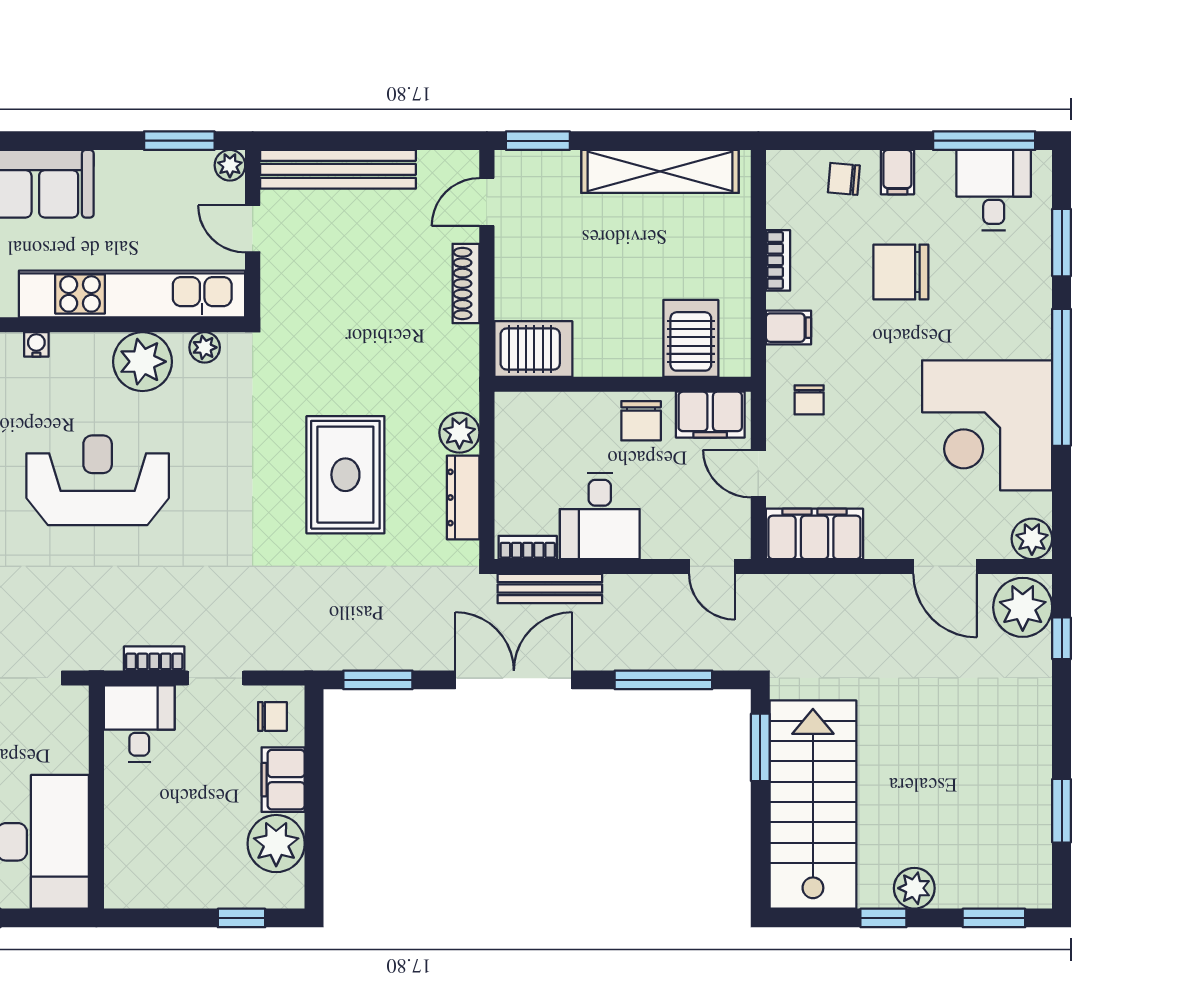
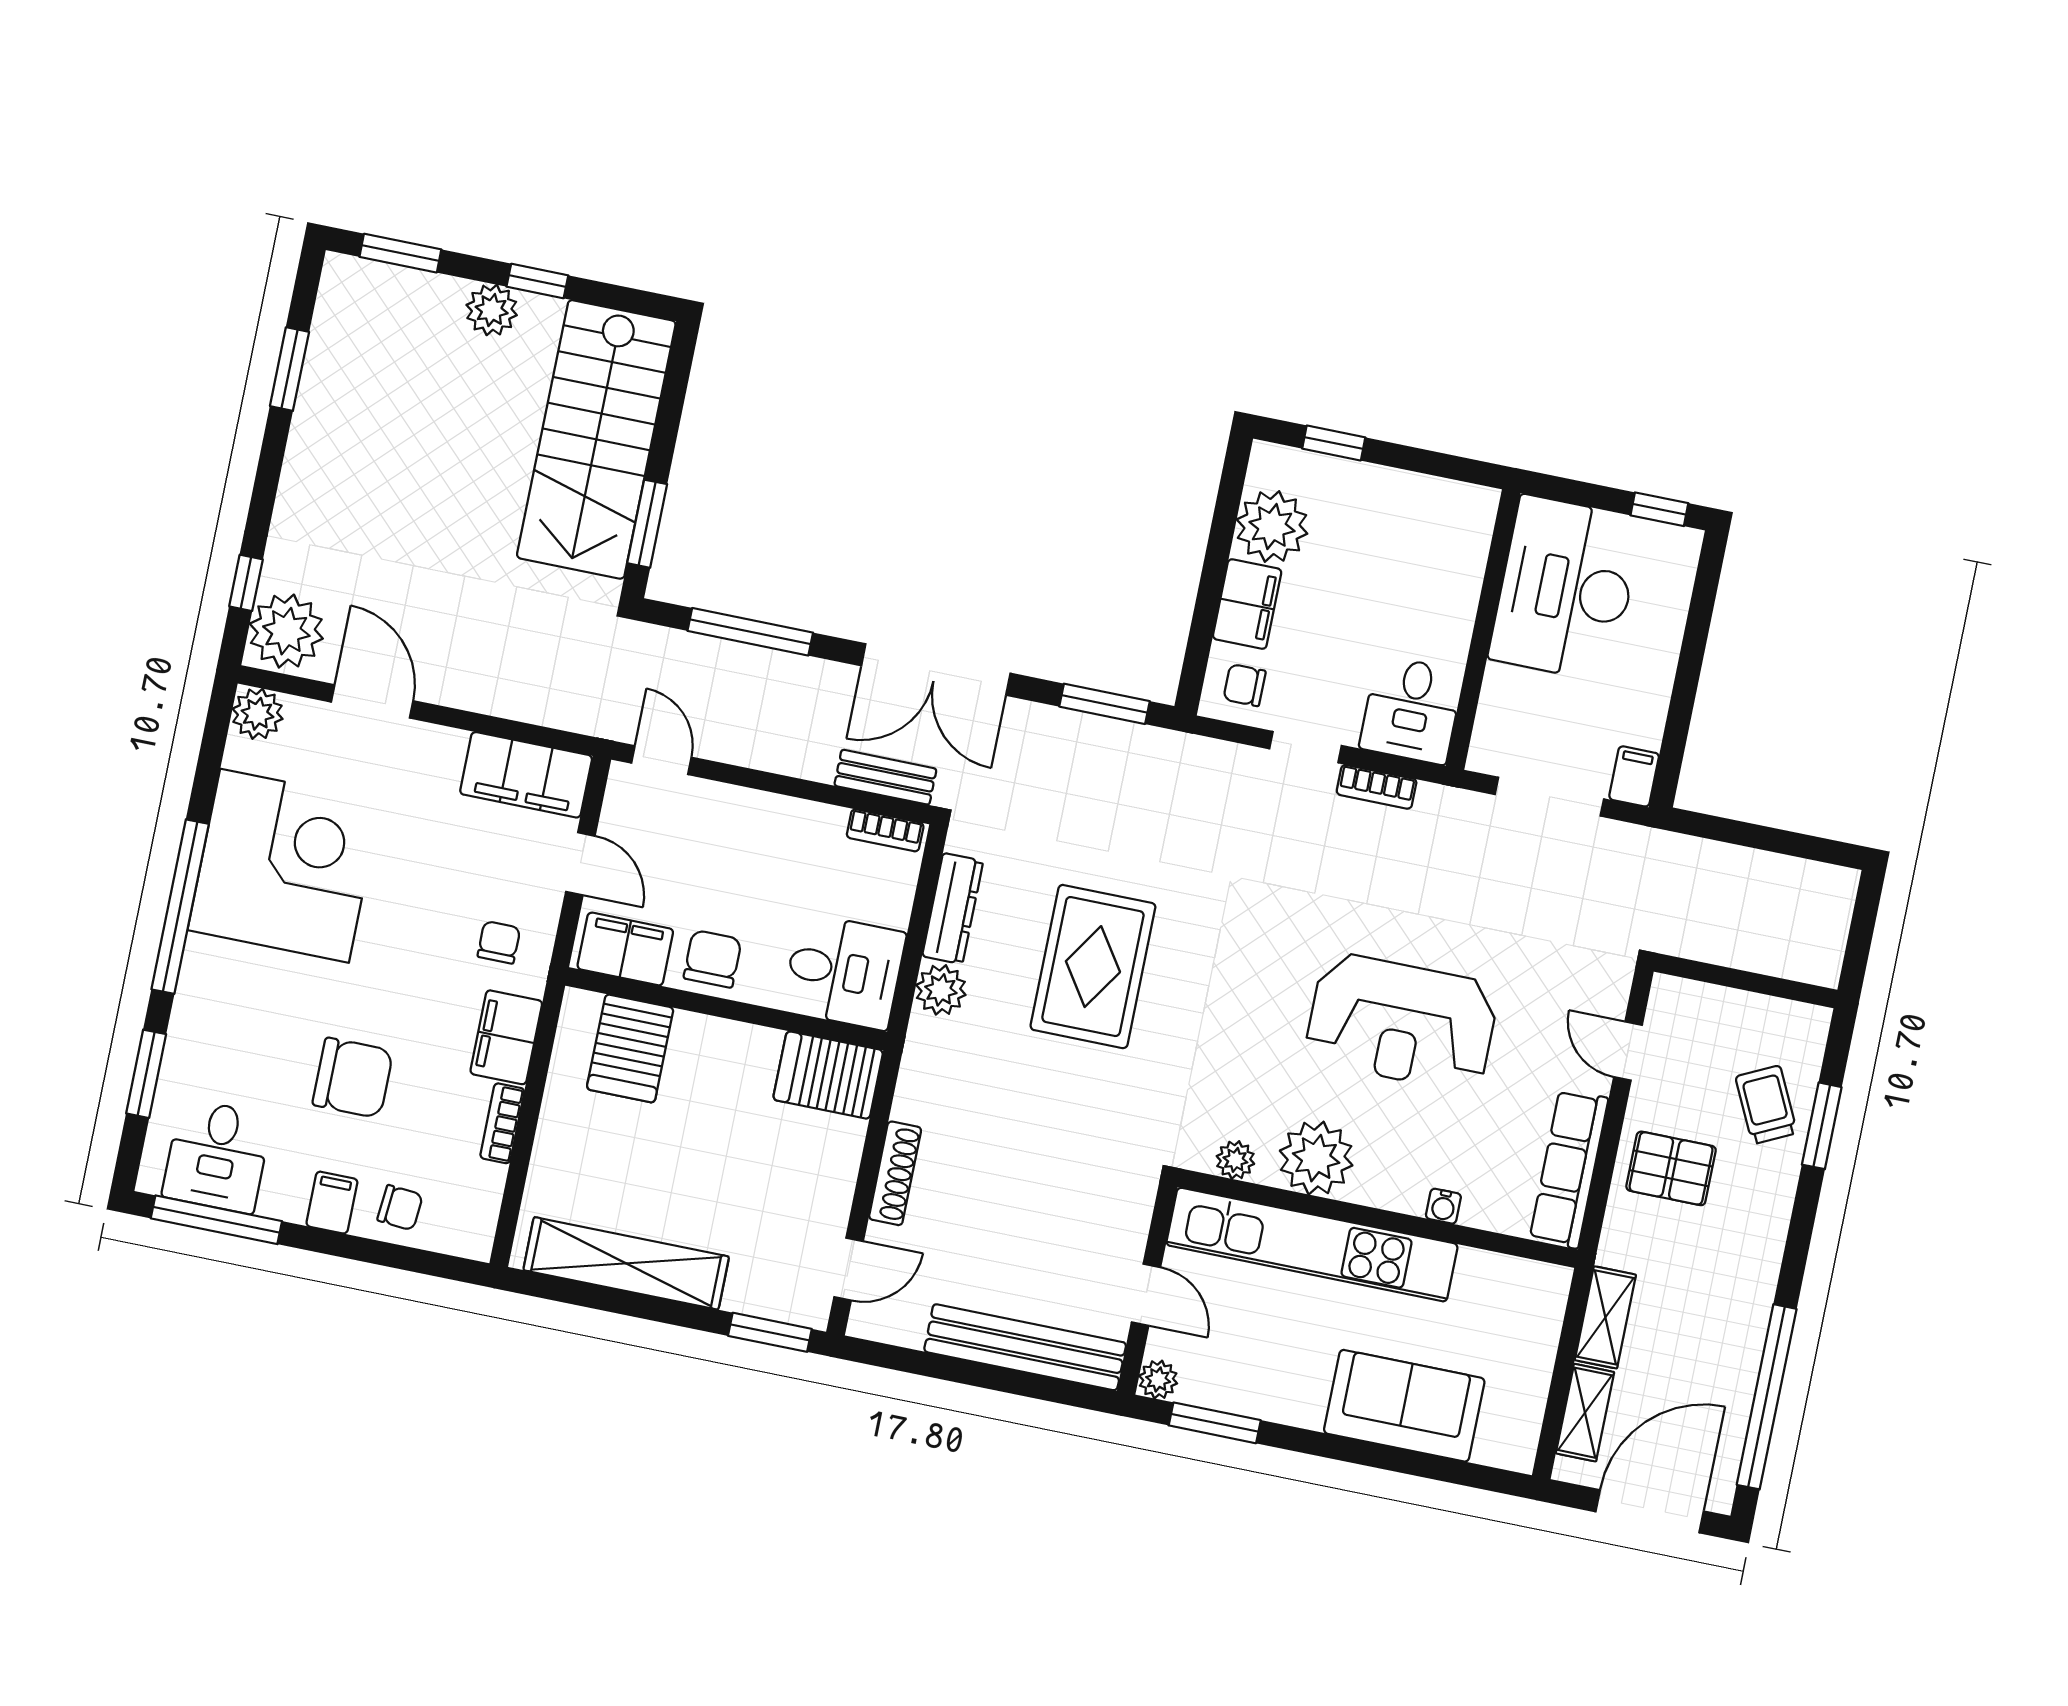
filing cabinet: (788, 328) -> (506, 1037), width x2.00
desk: (600, 516) -> (844, 972), moved, turned 90
bench: (550, 589) -> (885, 777), width x0.73

